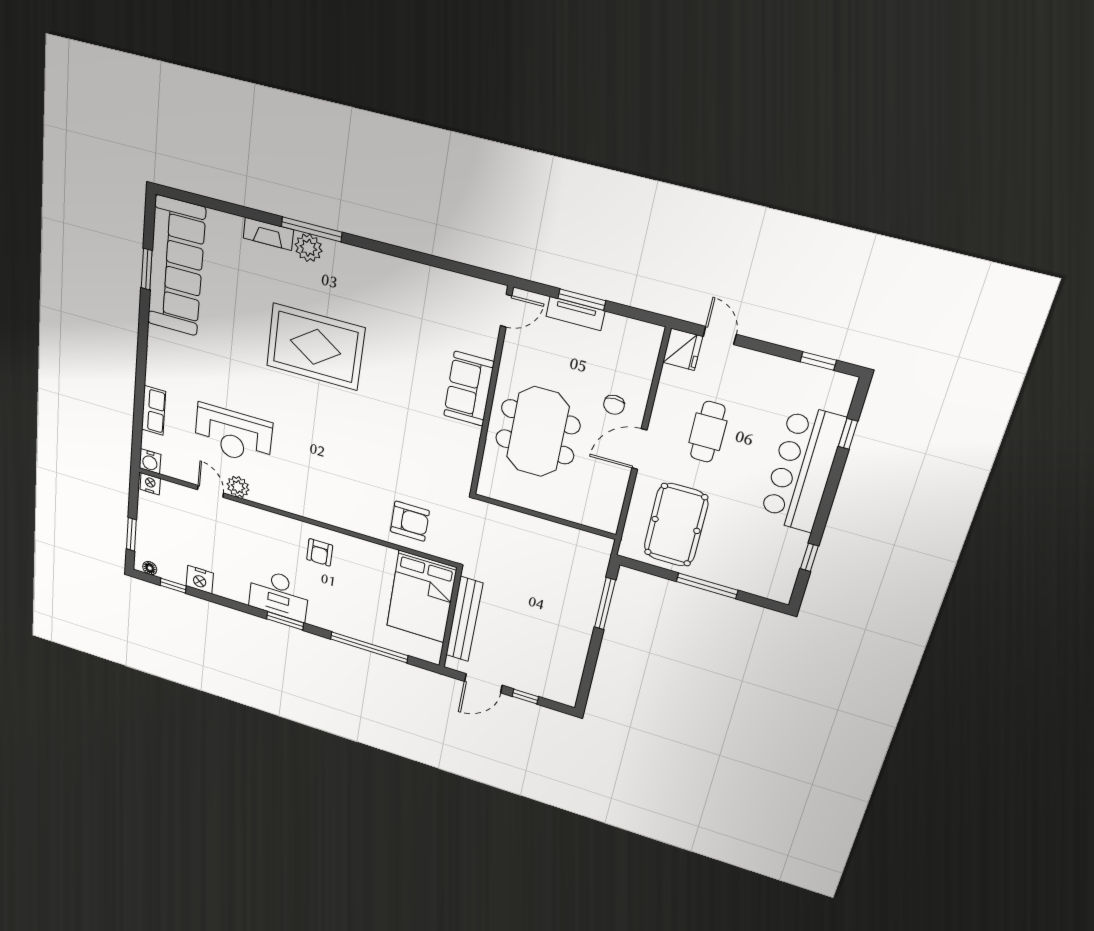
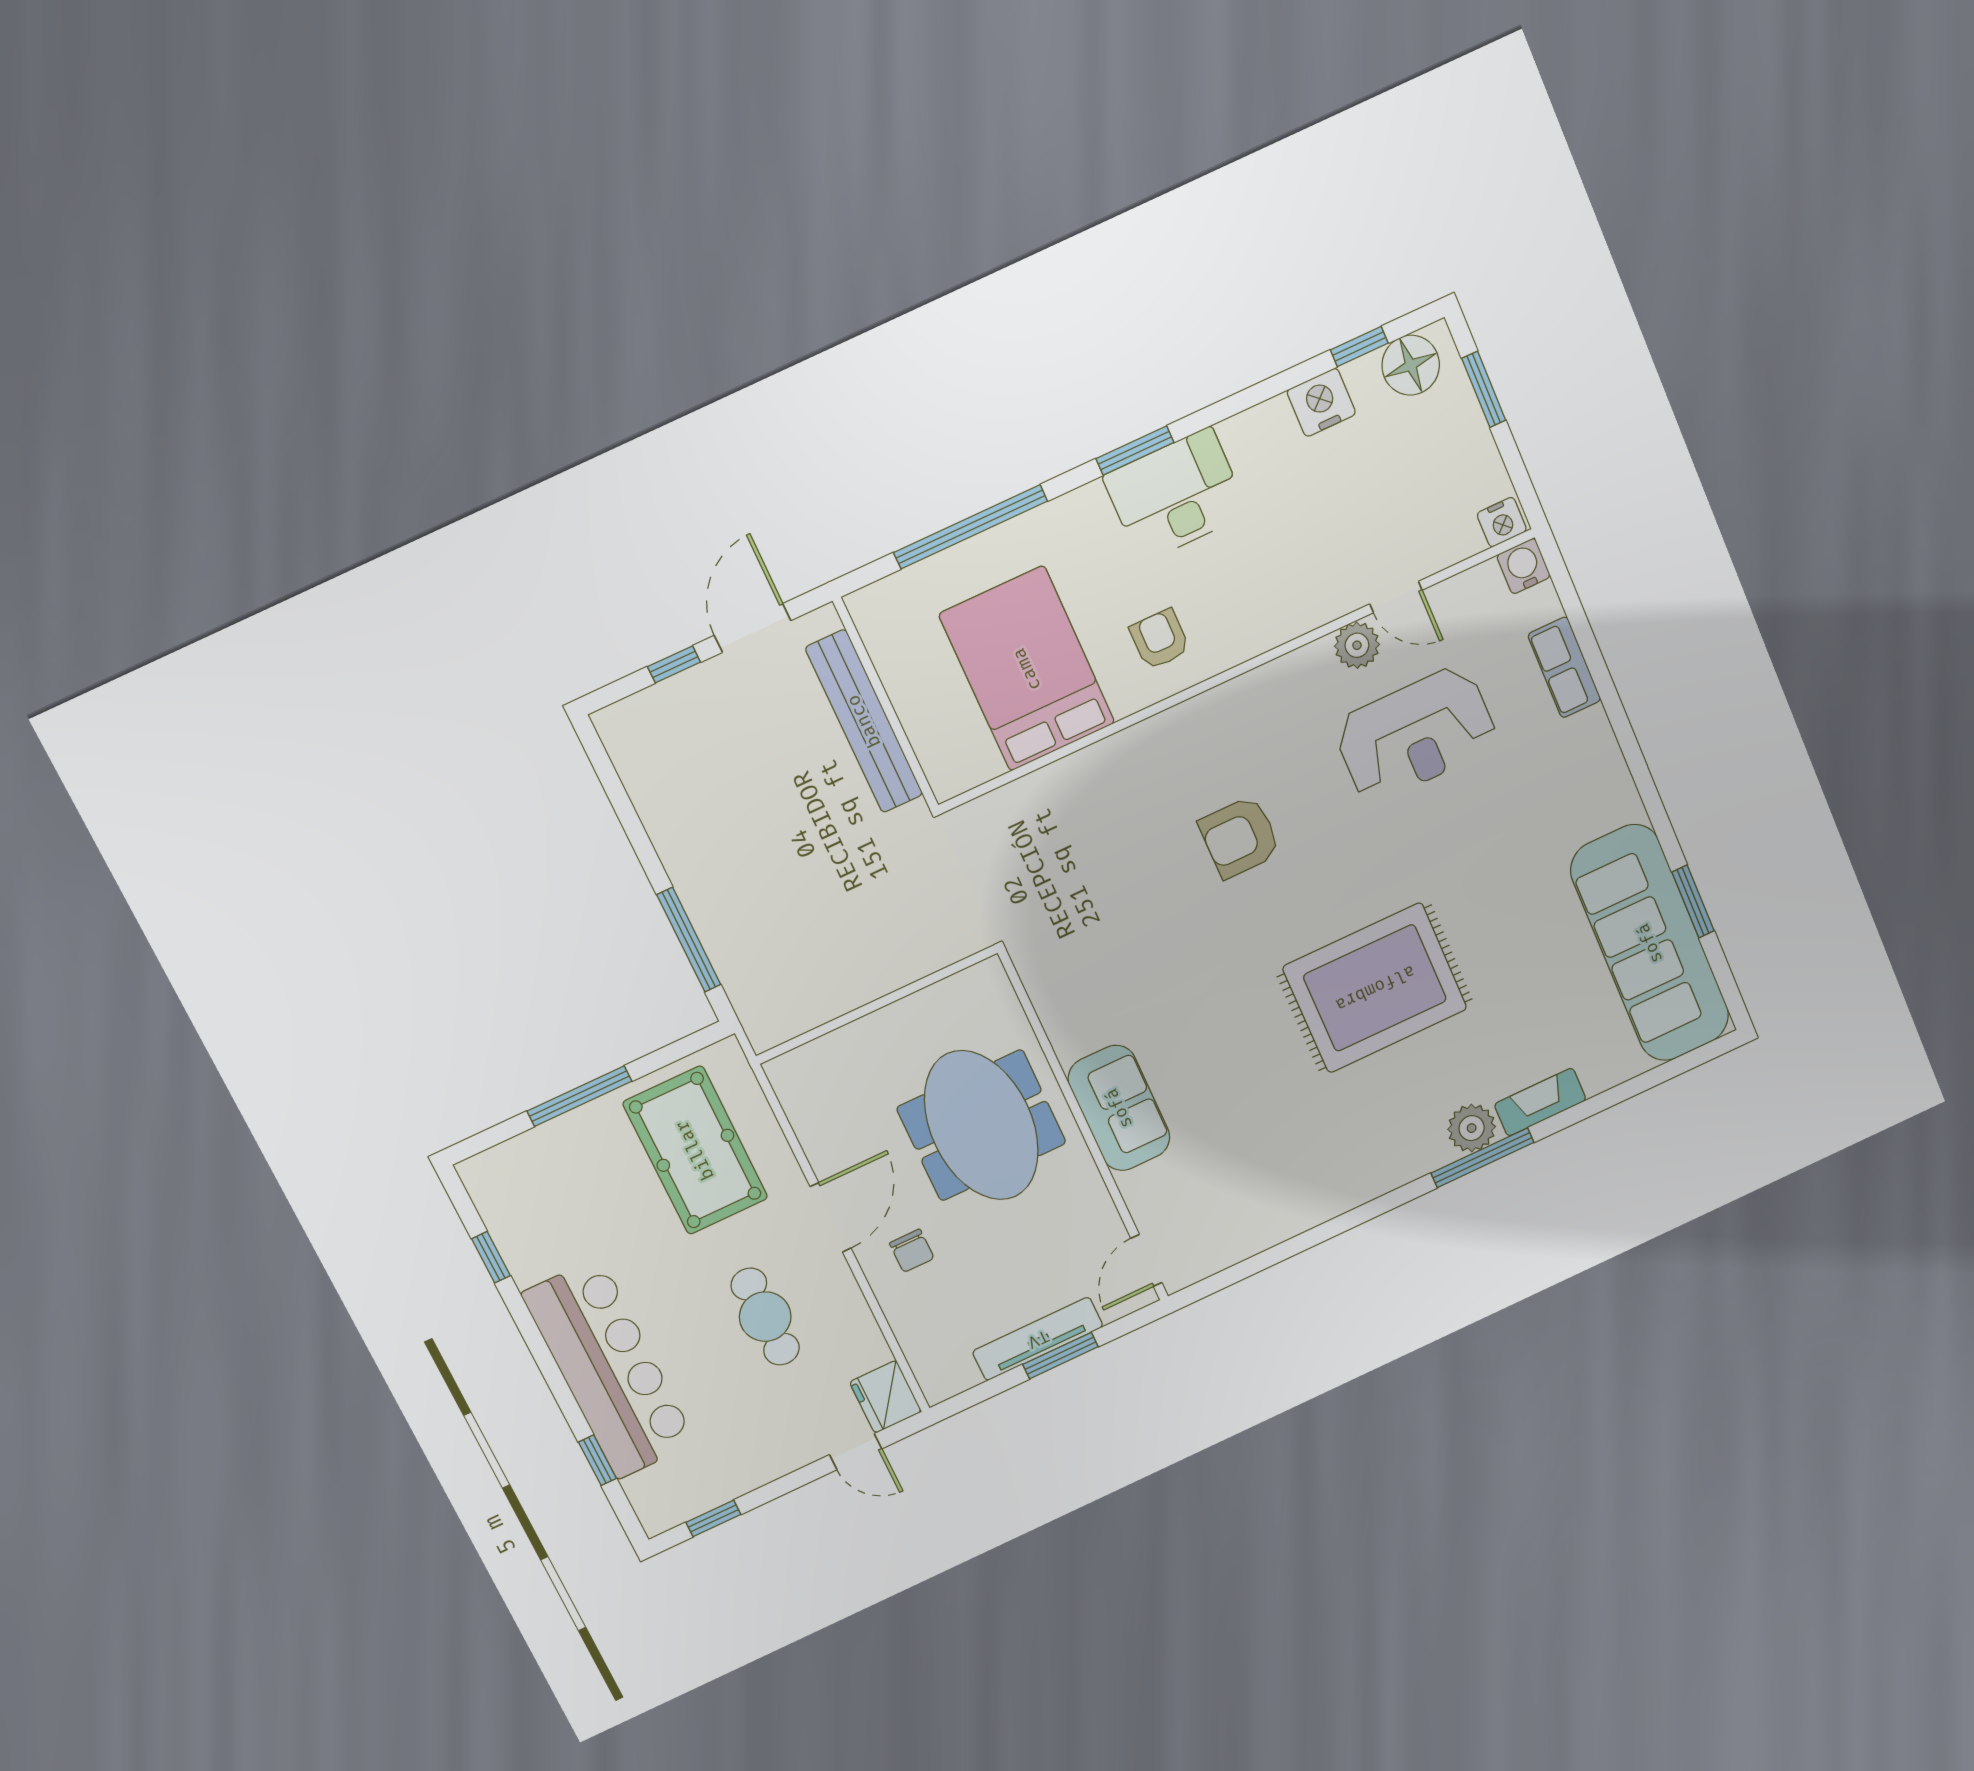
tv unit: (575, 314) -> (1038, 1339), width x1.41
chair: (614, 405) -> (912, 1251), turned 180
reception desk: (233, 435) -> (1416, 734), turned 180
armchair: (410, 521) -> (1240, 837), moved
floor lamp: (150, 568) -> (1411, 365), width x1.89, depth x1.89
bed: (422, 597) -> (1027, 669), moved

